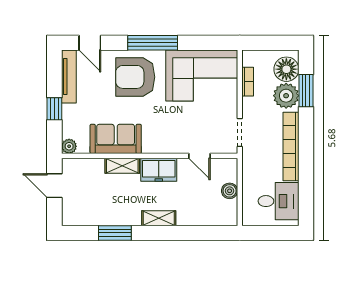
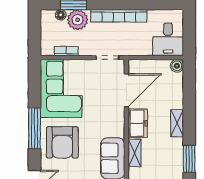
floor lamp: (286, 69) -> (61, 15), width x0.53, depth x0.53
door: (199, 156) -> (126, 90), width x1.88
boiler: (230, 191) -> (177, 66), moved
desk: (279, 201) -> (168, 39), moved, turned 180

